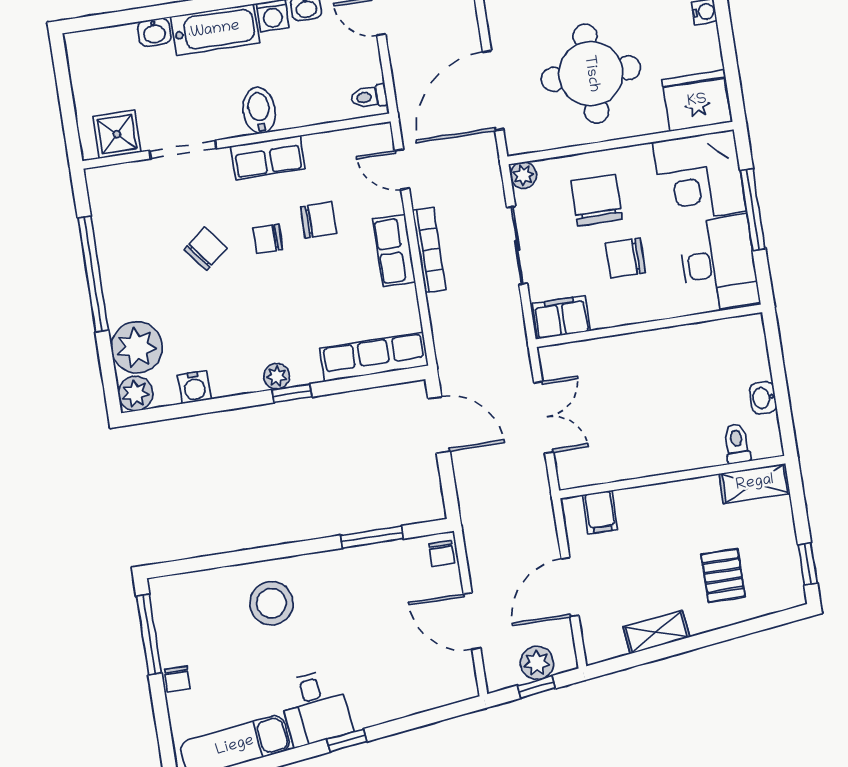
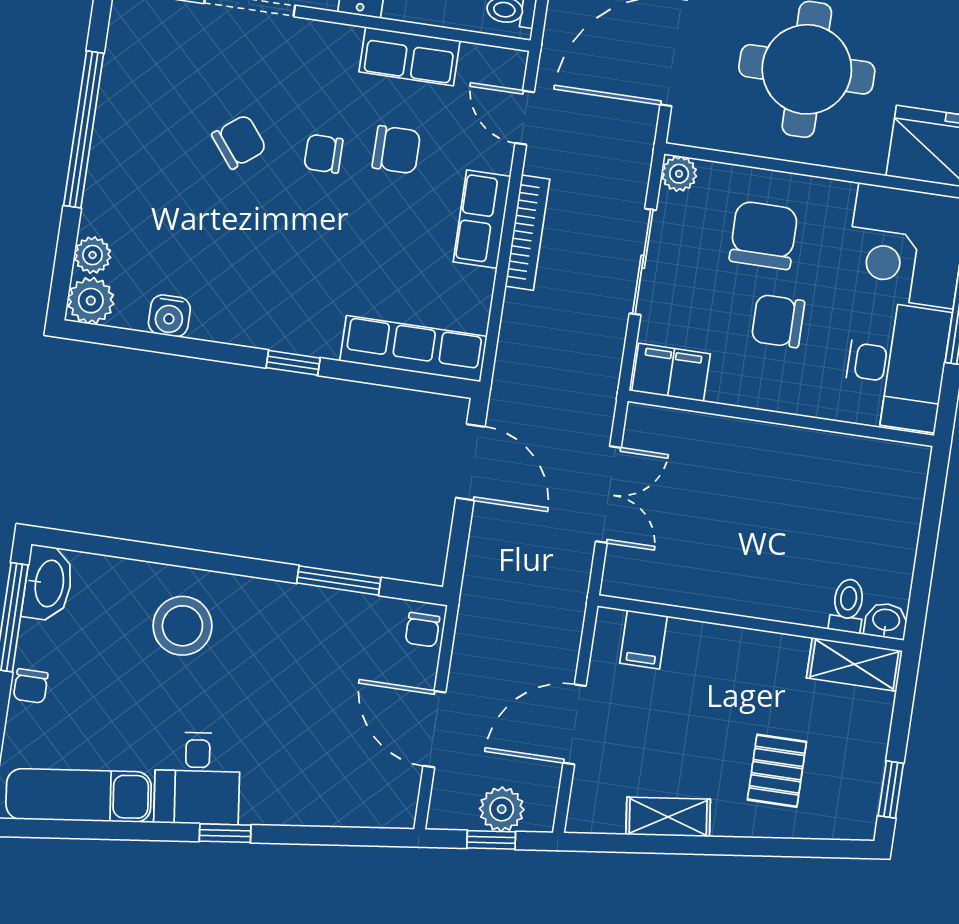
row of seats: (268, 157) -> (410, 56), moved
plant: (137, 347) -> (93, 255), width x0.53, depth x0.53
plant: (277, 376) -> (280, 335), removed
washbasin: (763, 398) -> (886, 621), moved, turned 90
washbasin: (167, 603) -> (48, 583), added

